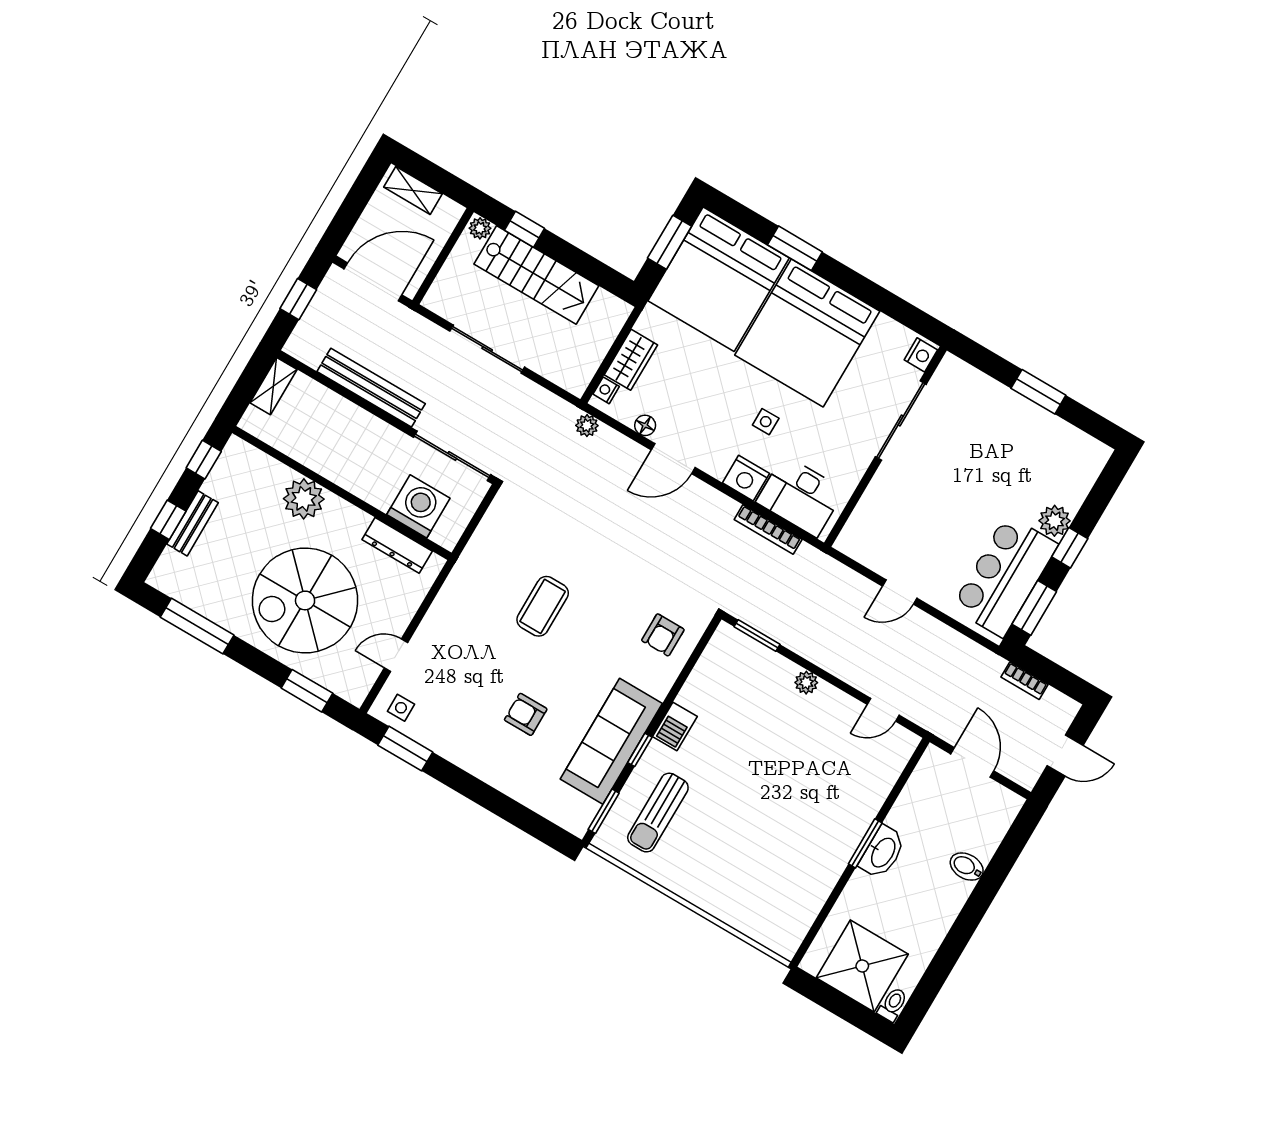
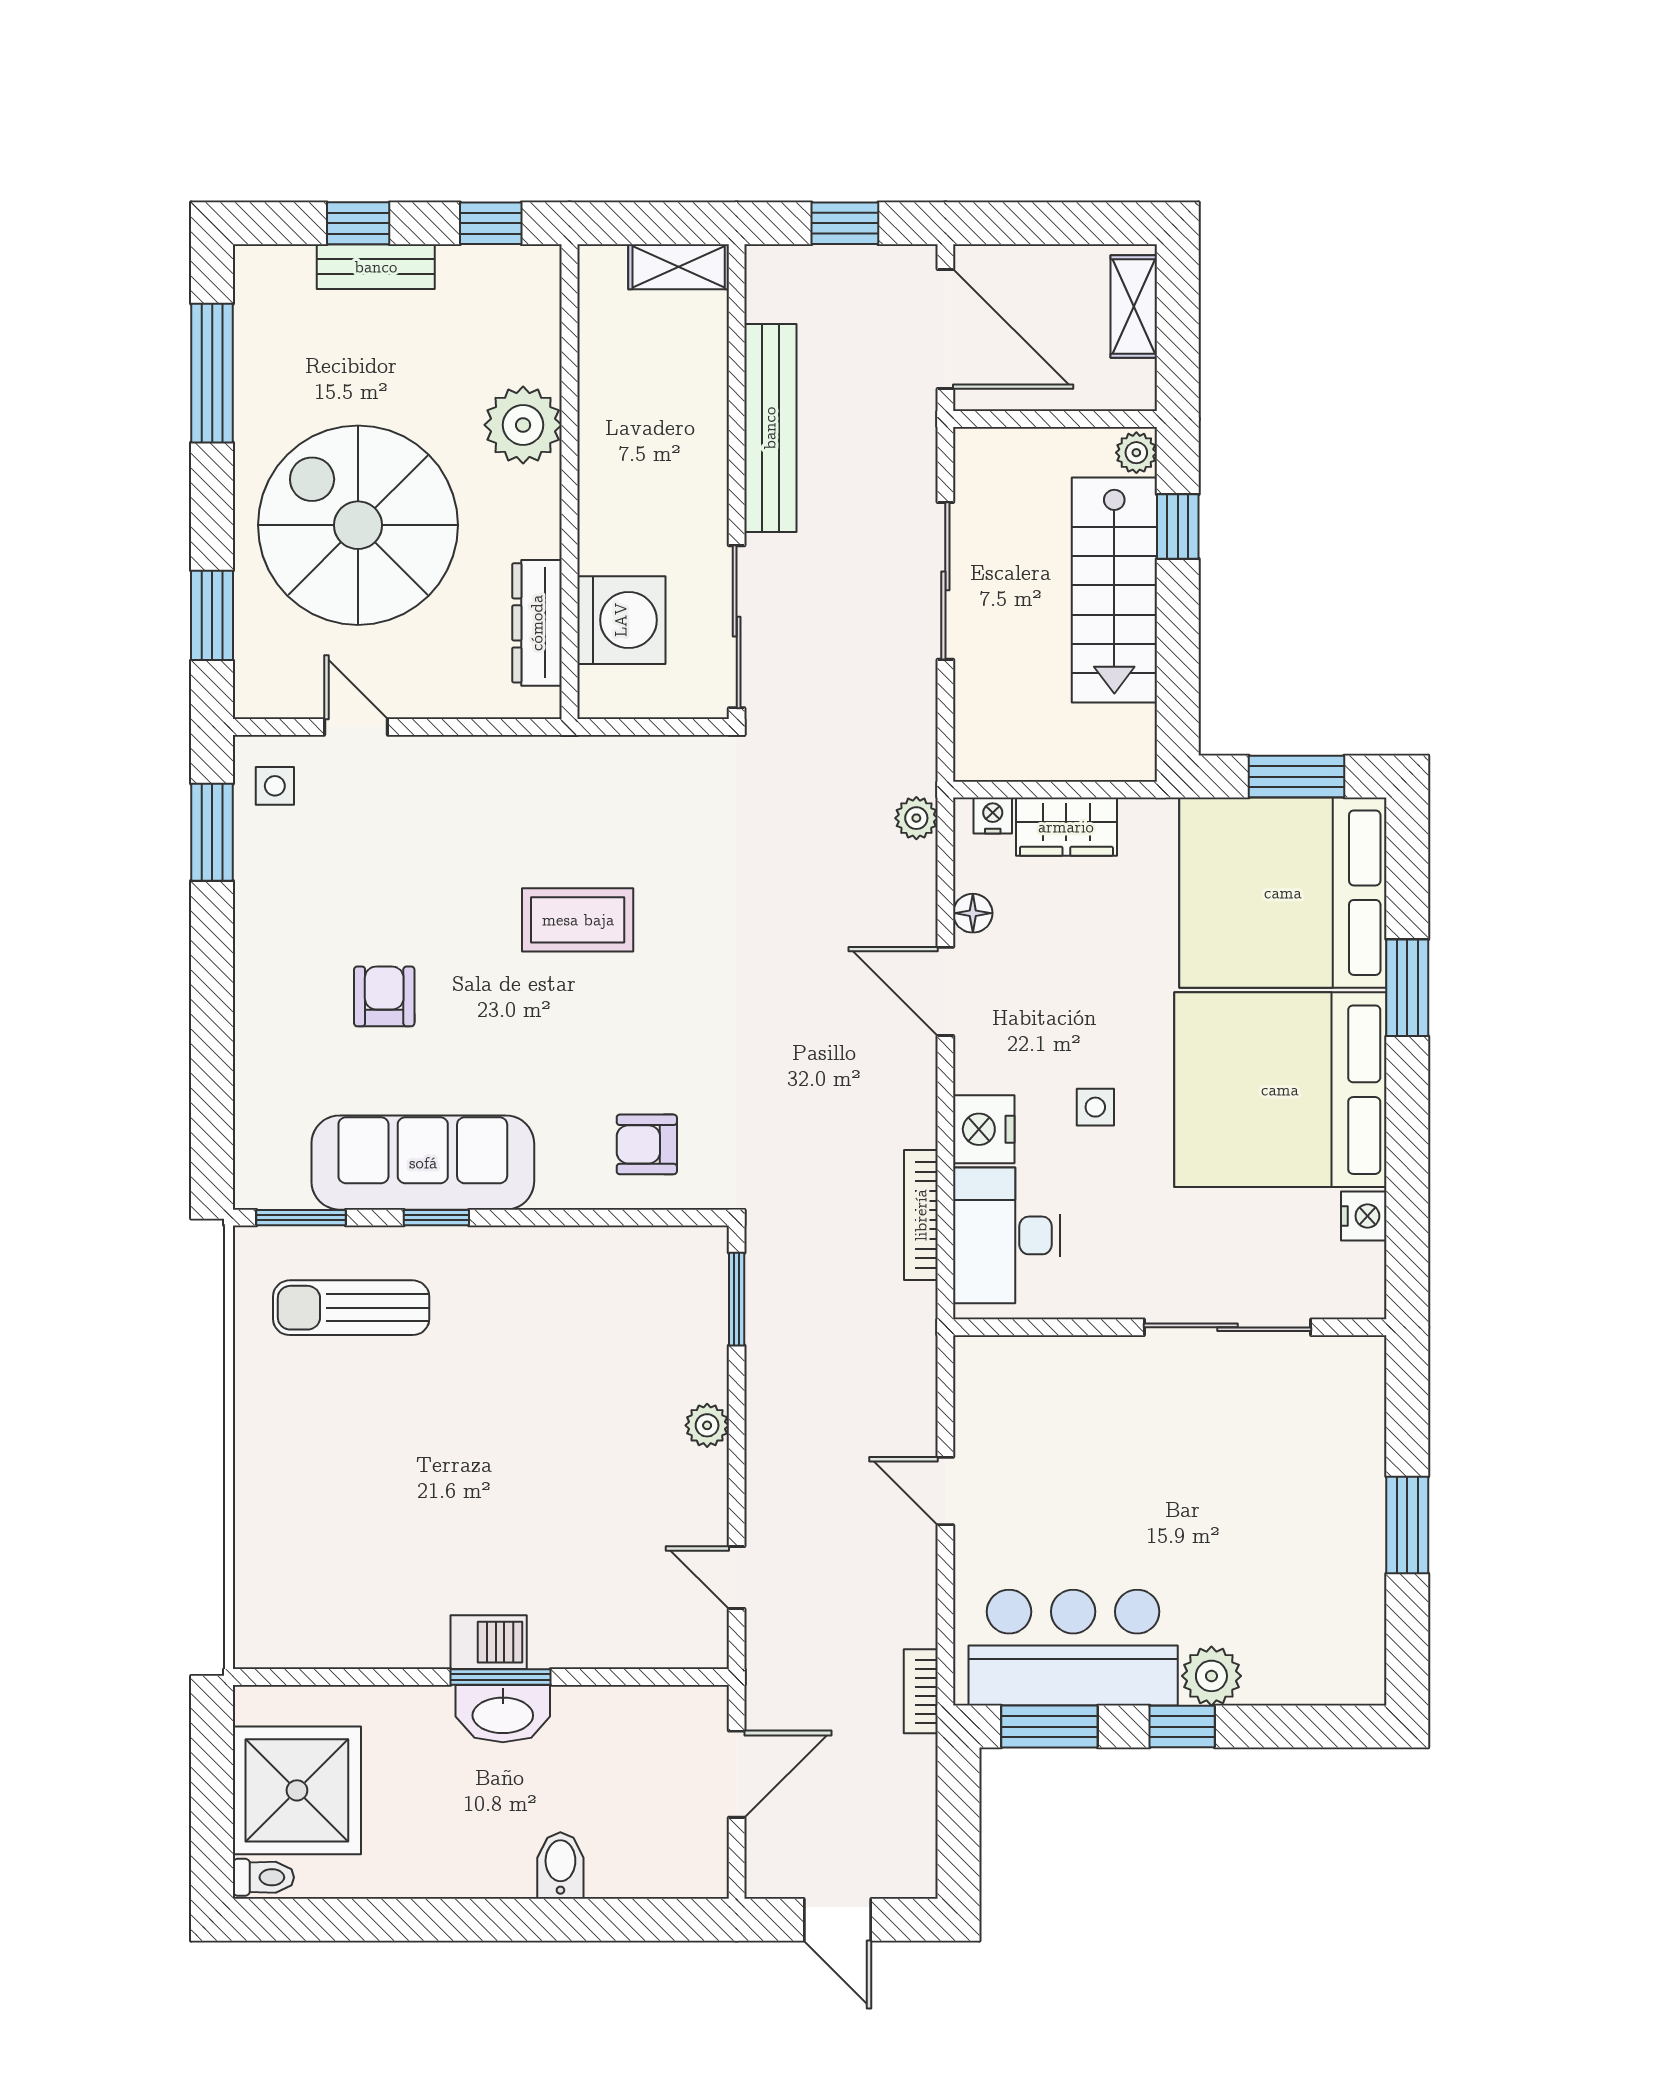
nightstand: (921, 355) -> (1364, 1216), moved, turned -90
bookcase: (1025, 681) -> (921, 1691), moved
barbecue: (675, 727) -> (489, 1642), moved, turned 180

